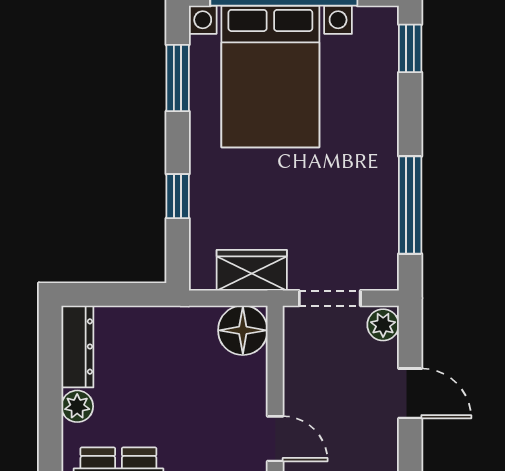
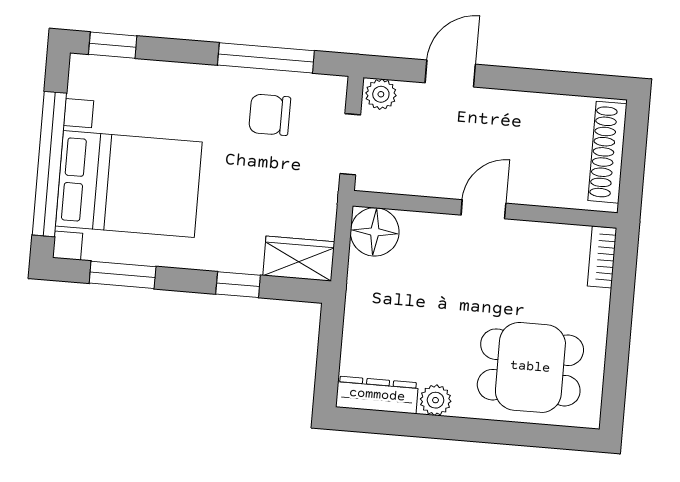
chair: (353, 214) -> (270, 115), added
wardrobe: (252, 270) -> (299, 259), moved, turned 90

